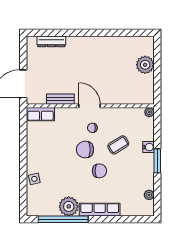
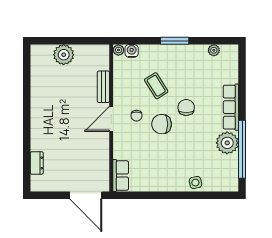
dresser: (51, 41) -> (37, 163), width x0.70
bench: (60, 99) -> (103, 87), moved
water cooler: (148, 147) -> (132, 51), moved
chair: (85, 150) -> (162, 124), turned 90

